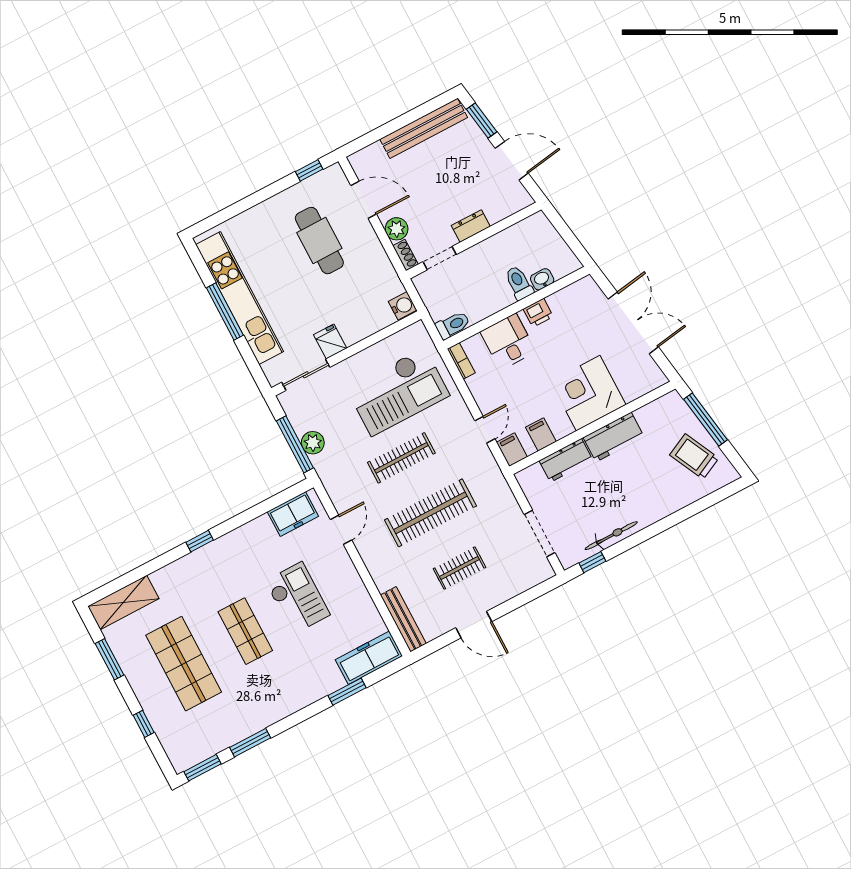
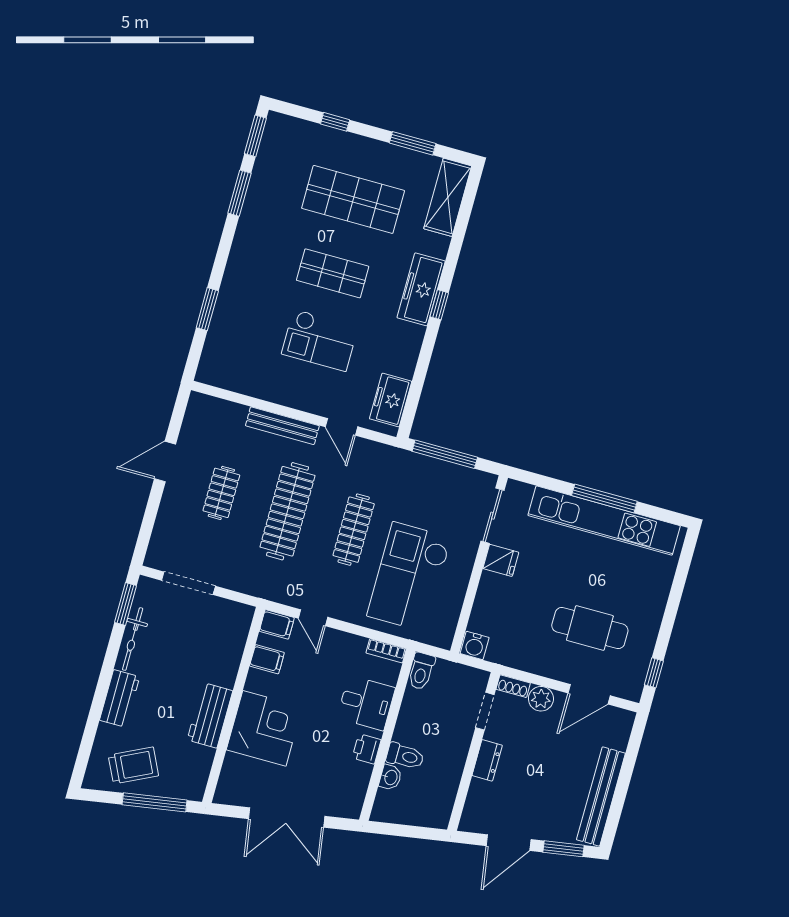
plant: (313, 443) -> (433, 470), removed
workbench: (566, 460) -> (120, 698), moved, turned 180
window: (592, 562) -> (126, 604), width x1.50
bench: (403, 619) -> (282, 426), moved
freezer: (369, 658) -> (421, 289), moved, turned 180

